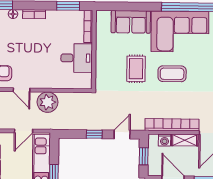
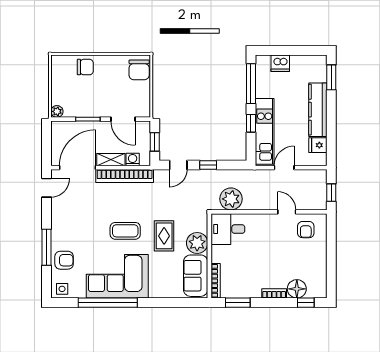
floor lamp: (13, 14) -> (297, 289), width x1.89, depth x1.89
sofa: (131, 22) -> (196, 276), moved, turned -90
desk: (77, 58) -> (228, 229), moved
plant: (105, 62) -> (197, 243), added
plant: (48, 102) -> (231, 199), moved

